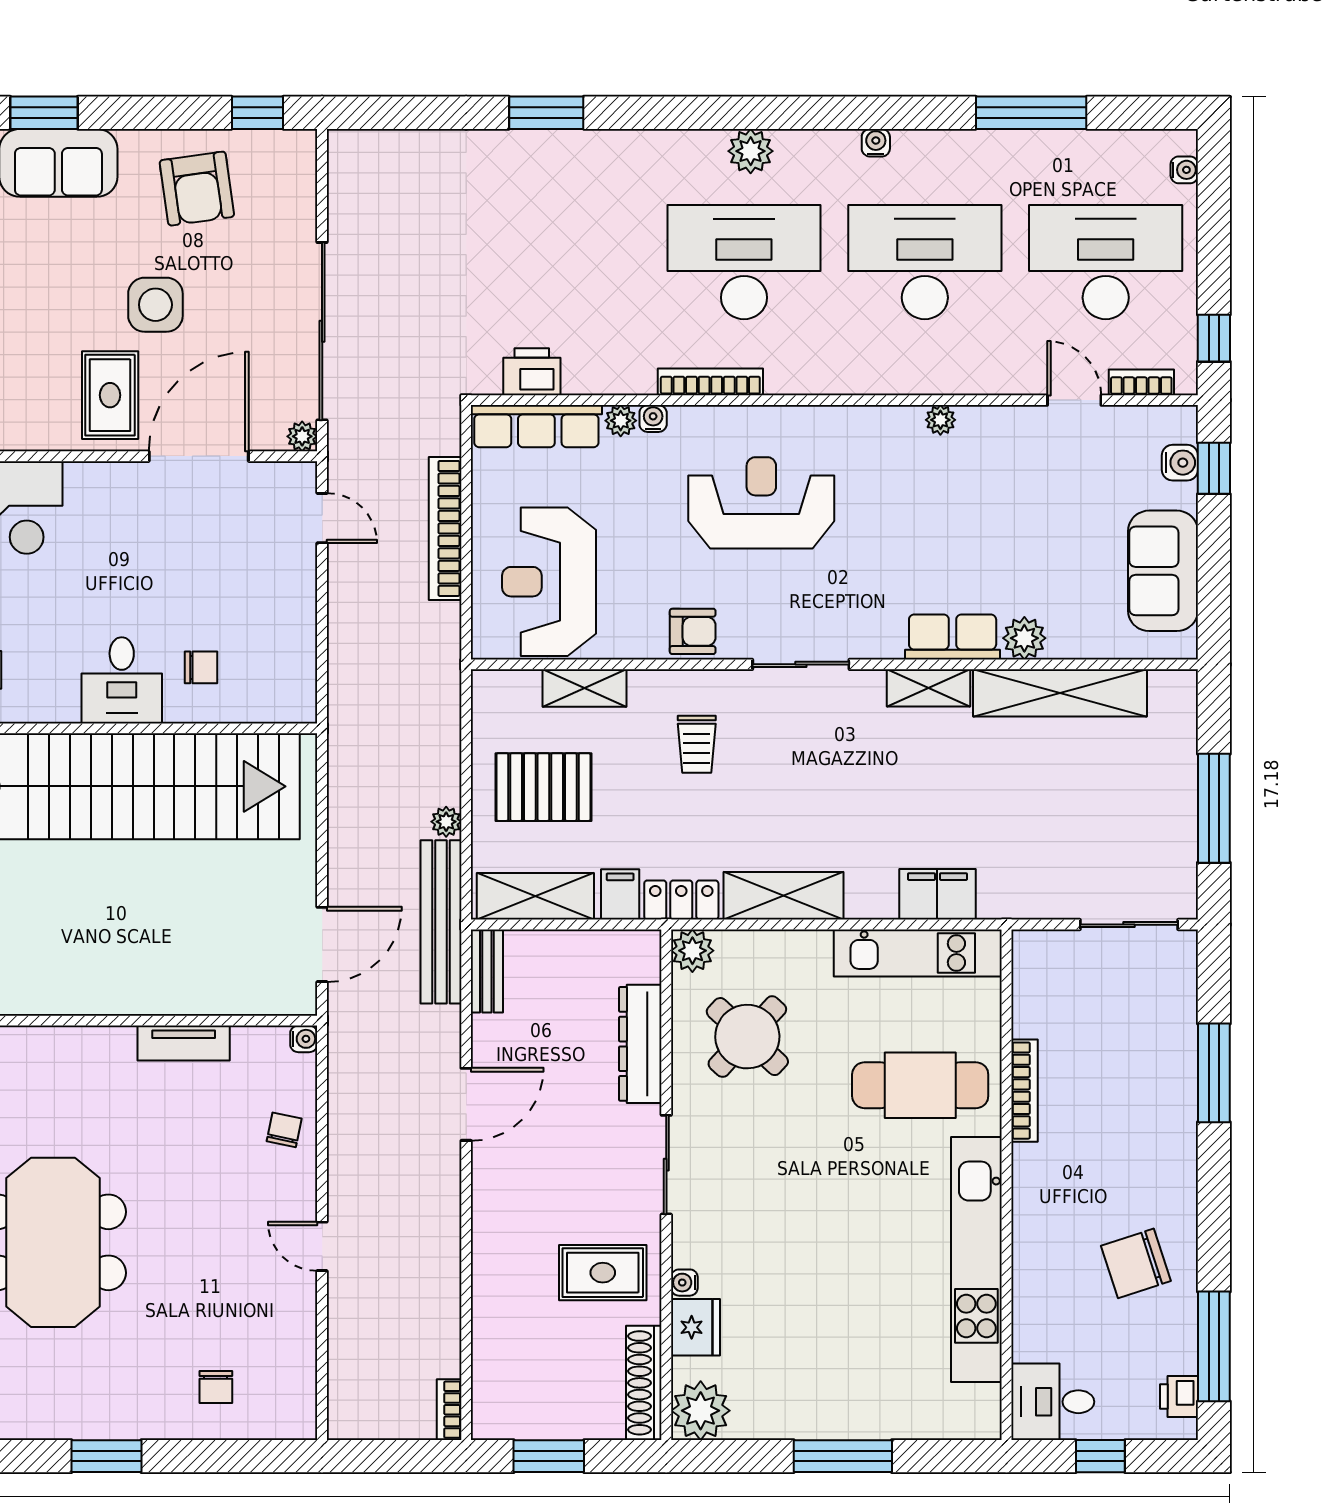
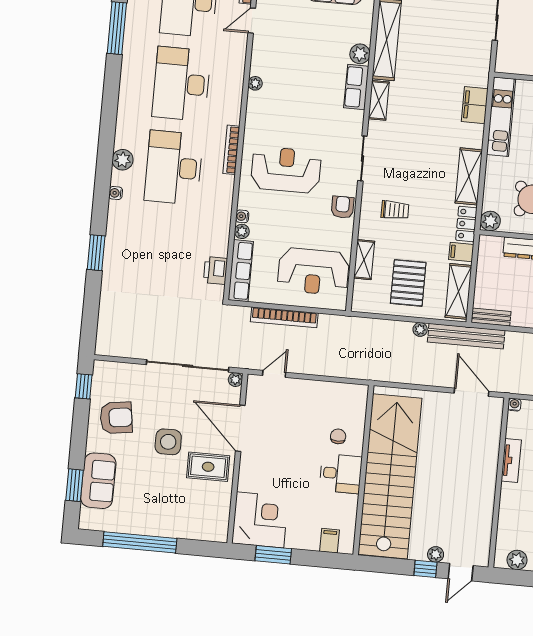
water cooler: (876, 143) -> (116, 193), moved
bookcase: (710, 382) -> (231, 150), moved
reception desk: (761, 503) -> (286, 170), turned 90

